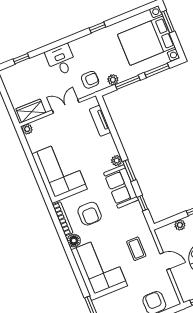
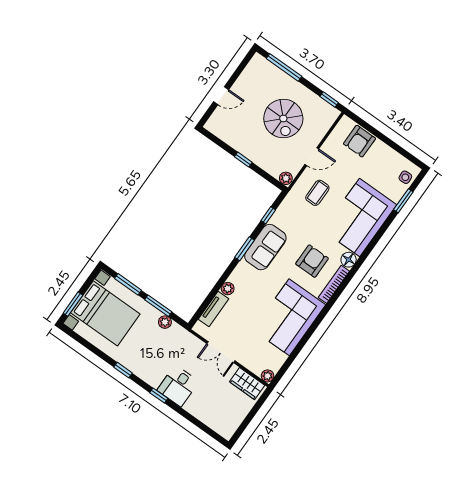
window: (21, 59) -> (159, 396), moved
armchair: (90, 80) -> (179, 345), removed
plant: (117, 161) -> (228, 289), moved
plant: (180, 225) -> (286, 178), moved
door: (165, 261) -> (312, 157), swing flipped

